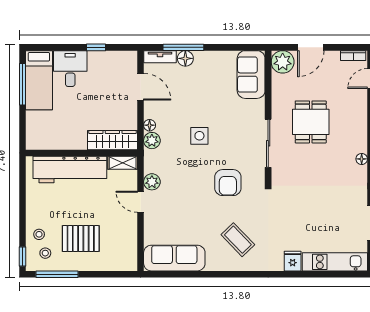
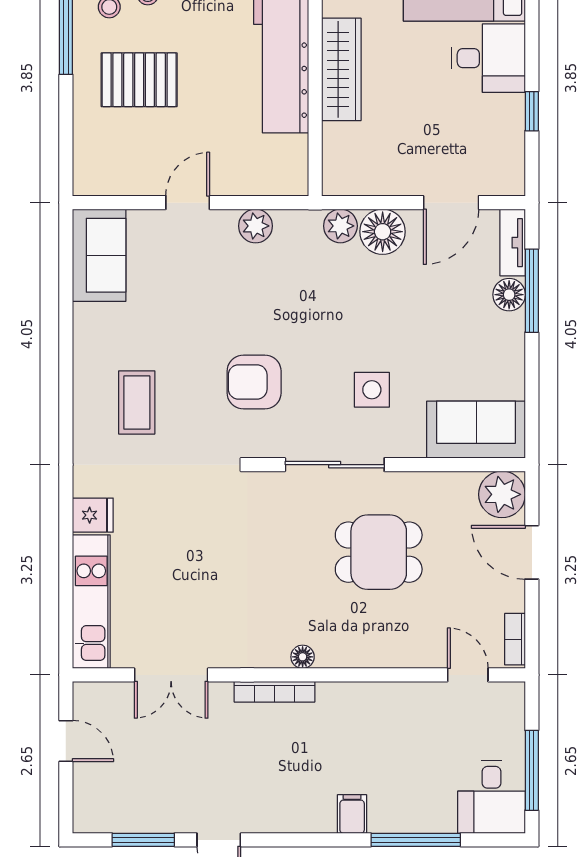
floor lamp: (150, 125) -> (383, 232), width x1.89, depth x1.89
side table: (199, 136) -> (372, 390), moved
wardrobe: (112, 140) -> (341, 69), moved
shelving: (123, 163) -> (295, 166), removed
door: (141, 202) -> (188, 203), moved
pallet: (81, 239) -> (139, 80), turned 90
coffee table: (238, 240) -> (137, 402), turned -46
sofa: (174, 258) -> (99, 255), width x0.73

